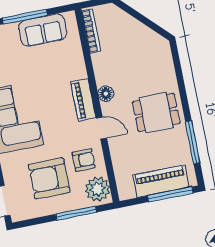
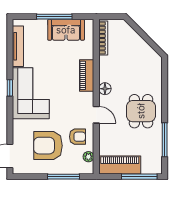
piano: (83, 100) -> (87, 75), moved
dining table: (156, 113) -> (141, 111), turned 90
piano: (161, 181) -> (120, 165), moved
plant: (98, 189) -> (88, 157), width x0.53, depth x0.53

